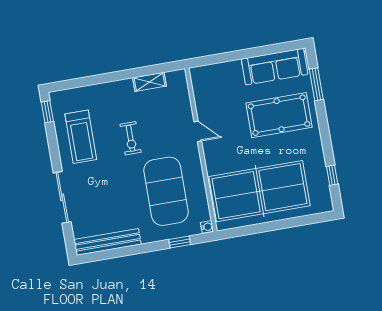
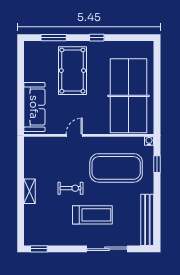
sofa: (275, 67) -> (34, 107), moved
shelving: (149, 82) -> (30, 191), moved
treadmill: (81, 137) -> (92, 215), moved
window: (332, 175) -> (97, 38), moved

